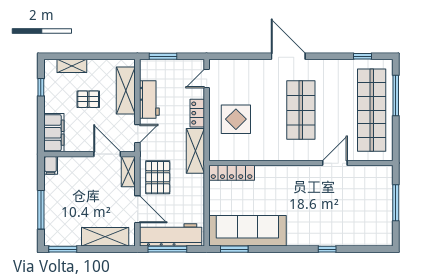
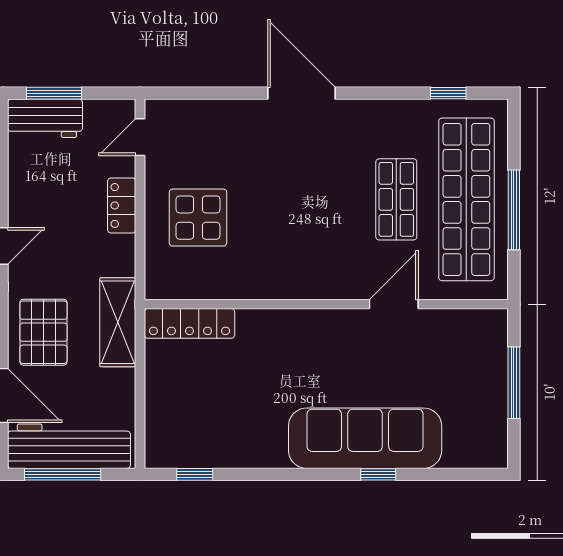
window: (396, 96) -> (514, 210), moved
workbench: (149, 100) -> (45, 118), moved, turned 90
shop shelf: (301, 110) -> (396, 199), moved, width x0.70, depth x0.74
shelving: (195, 151) -> (118, 322), moved
sofa: (247, 231) -> (365, 438), moved
window: (234, 249) -> (195, 474), width x0.67

